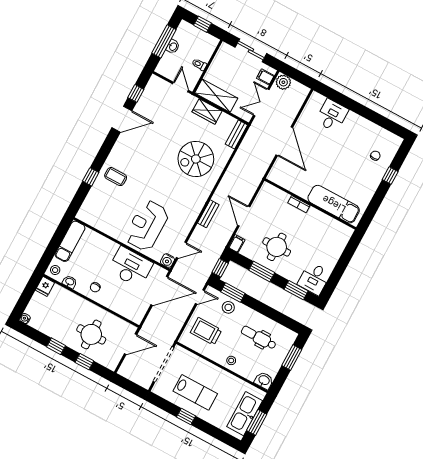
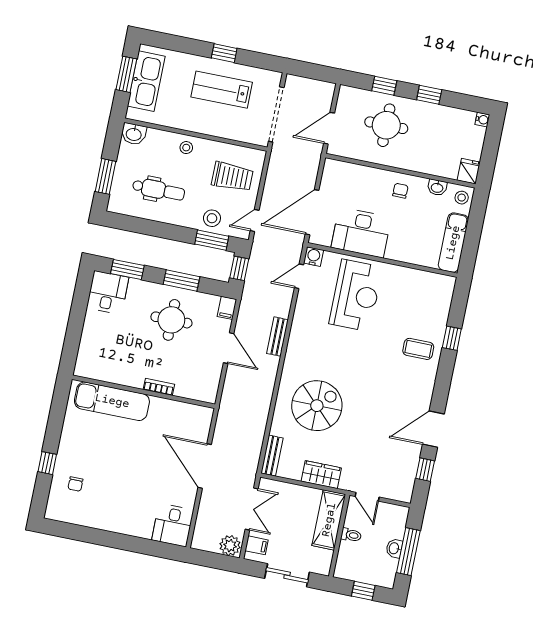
shelving: (216, 96) -> (329, 520), moved, turned 90
desk: (332, 115) -> (173, 525), moved

